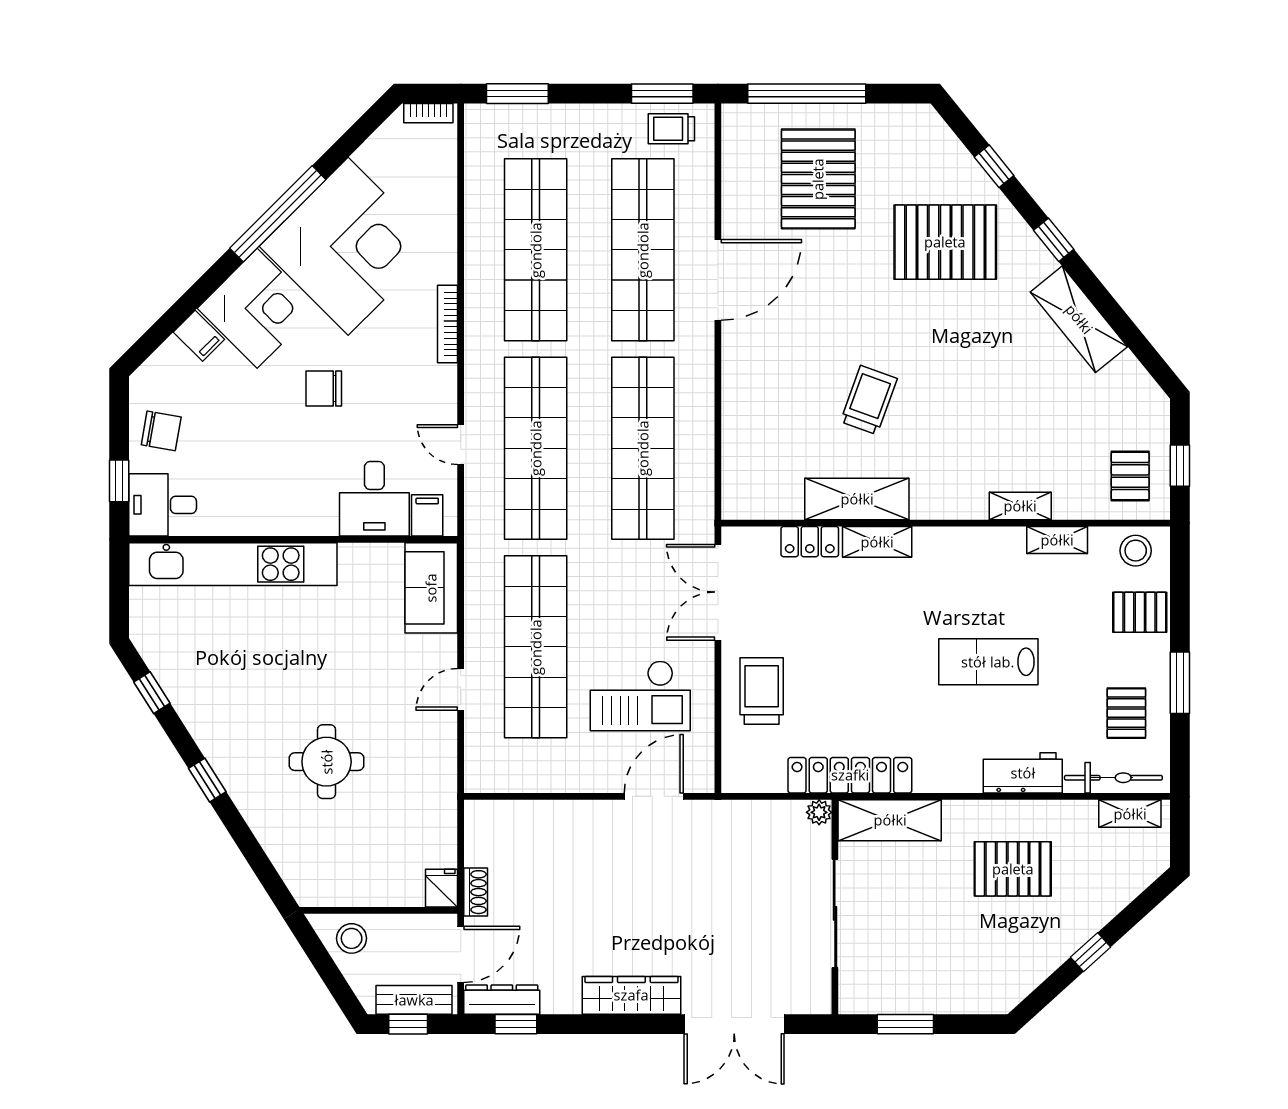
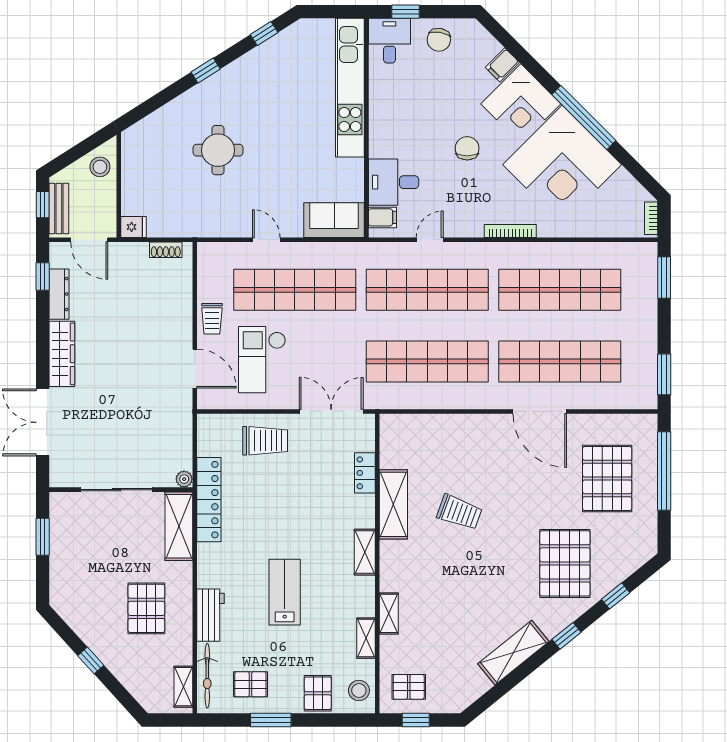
trolley: (671, 129) -> (212, 319), moved, turned 180
pallet: (818, 179) -> (607, 479), turned 90
shelving: (877, 542) -> (365, 552), moved
shoe rack: (476, 892) -> (166, 250), moved
dresser: (502, 1000) -> (59, 294), moved

